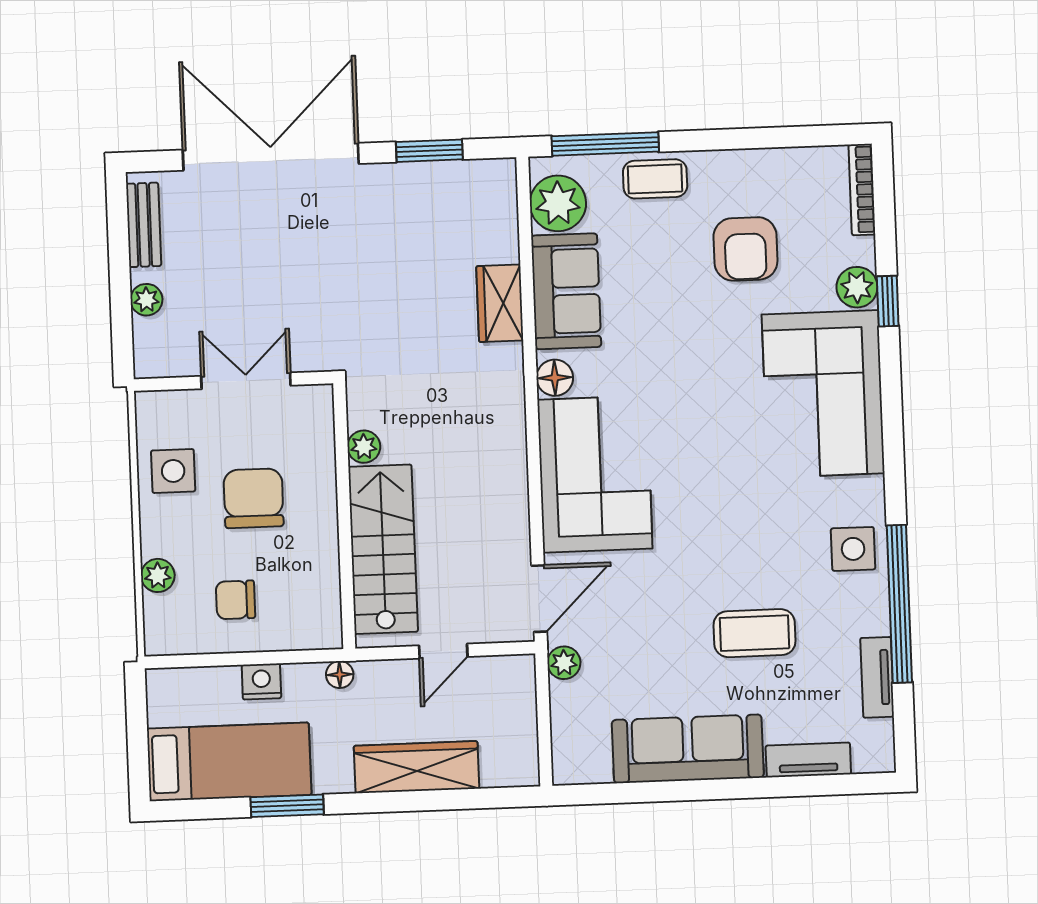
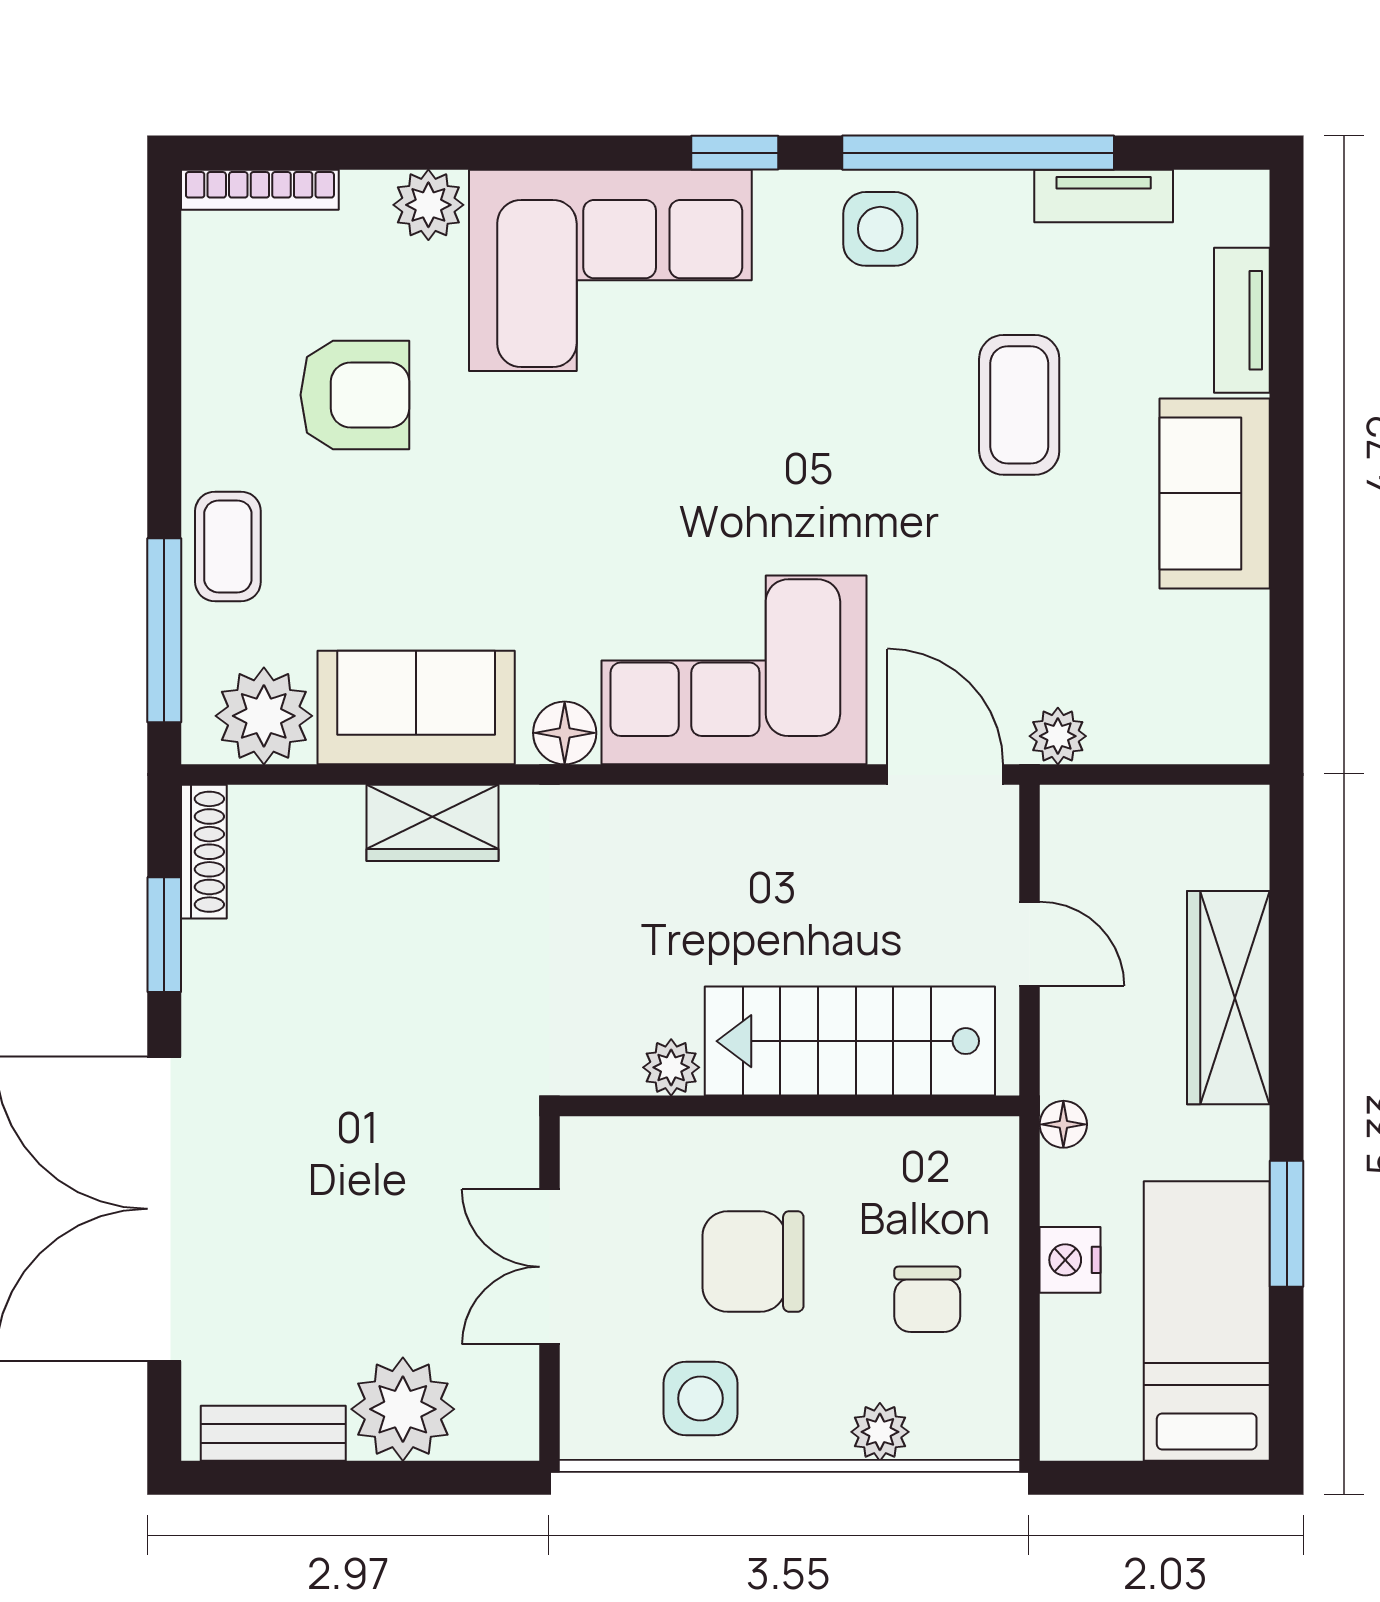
shoe rack: (478, 172) -> (204, 852), added
plant: (146, 300) -> (403, 1409), width x1.88, depth x1.88
window: (888, 301) -> (735, 153), moved
sofa: (688, 749) -> (1215, 493), width x0.73

